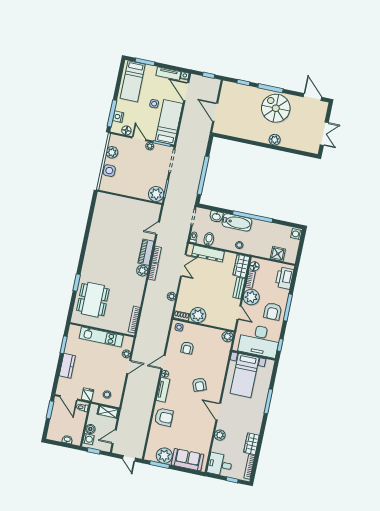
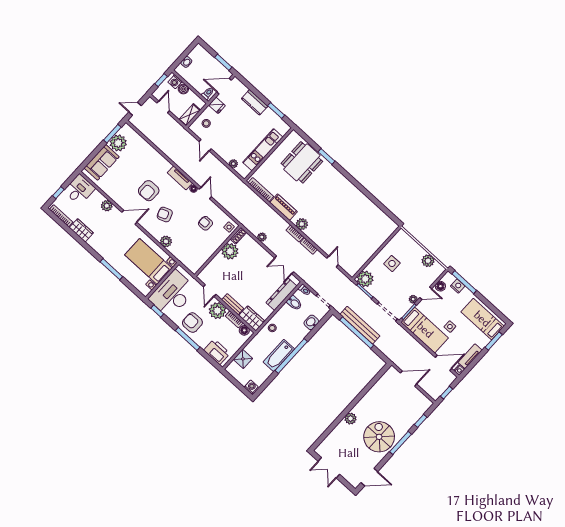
spiral stairs: (276, 108) -> (379, 437), turned -90
side table: (109, 171) -> (392, 263), moved
bench: (196, 176) -> (360, 325), added
bathtub: (237, 222) -> (279, 355), moved
piano: (146, 252) -> (283, 207), moved
dining table: (93, 300) -> (302, 162), turned 90
door: (239, 313) -> (210, 291), hinge flipped
plant: (227, 337) -> (166, 241), moved
door: (129, 367) -> (205, 145), moved
armchair: (164, 417) -> (149, 191), moved

